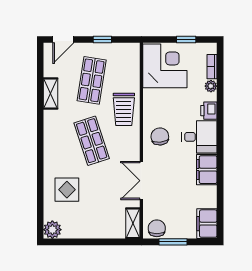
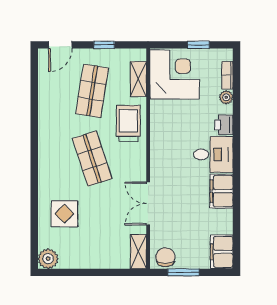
shelving: (50, 93) -> (138, 79), moved
trolley: (124, 109) -> (128, 123), turned 180
chair: (160, 136) -> (169, 154), removed

